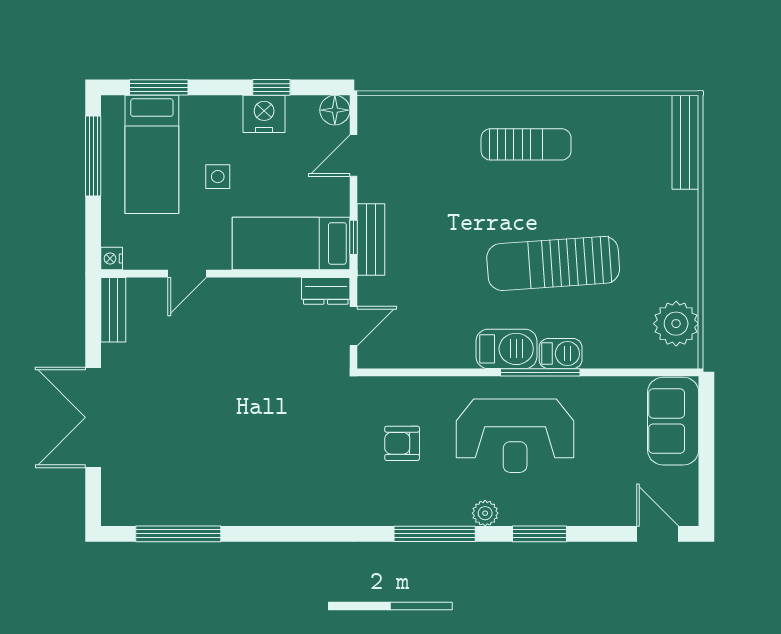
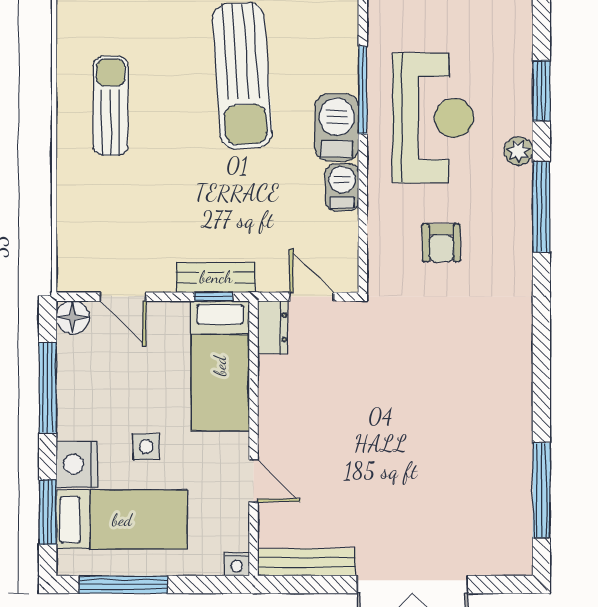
window: (271, 87) -> (48, 387), width x2.17
nightstand: (264, 114) -> (77, 464), moved
bench: (113, 310) -> (306, 562), width x1.36
barbecue: (561, 354) -> (342, 187), moved

